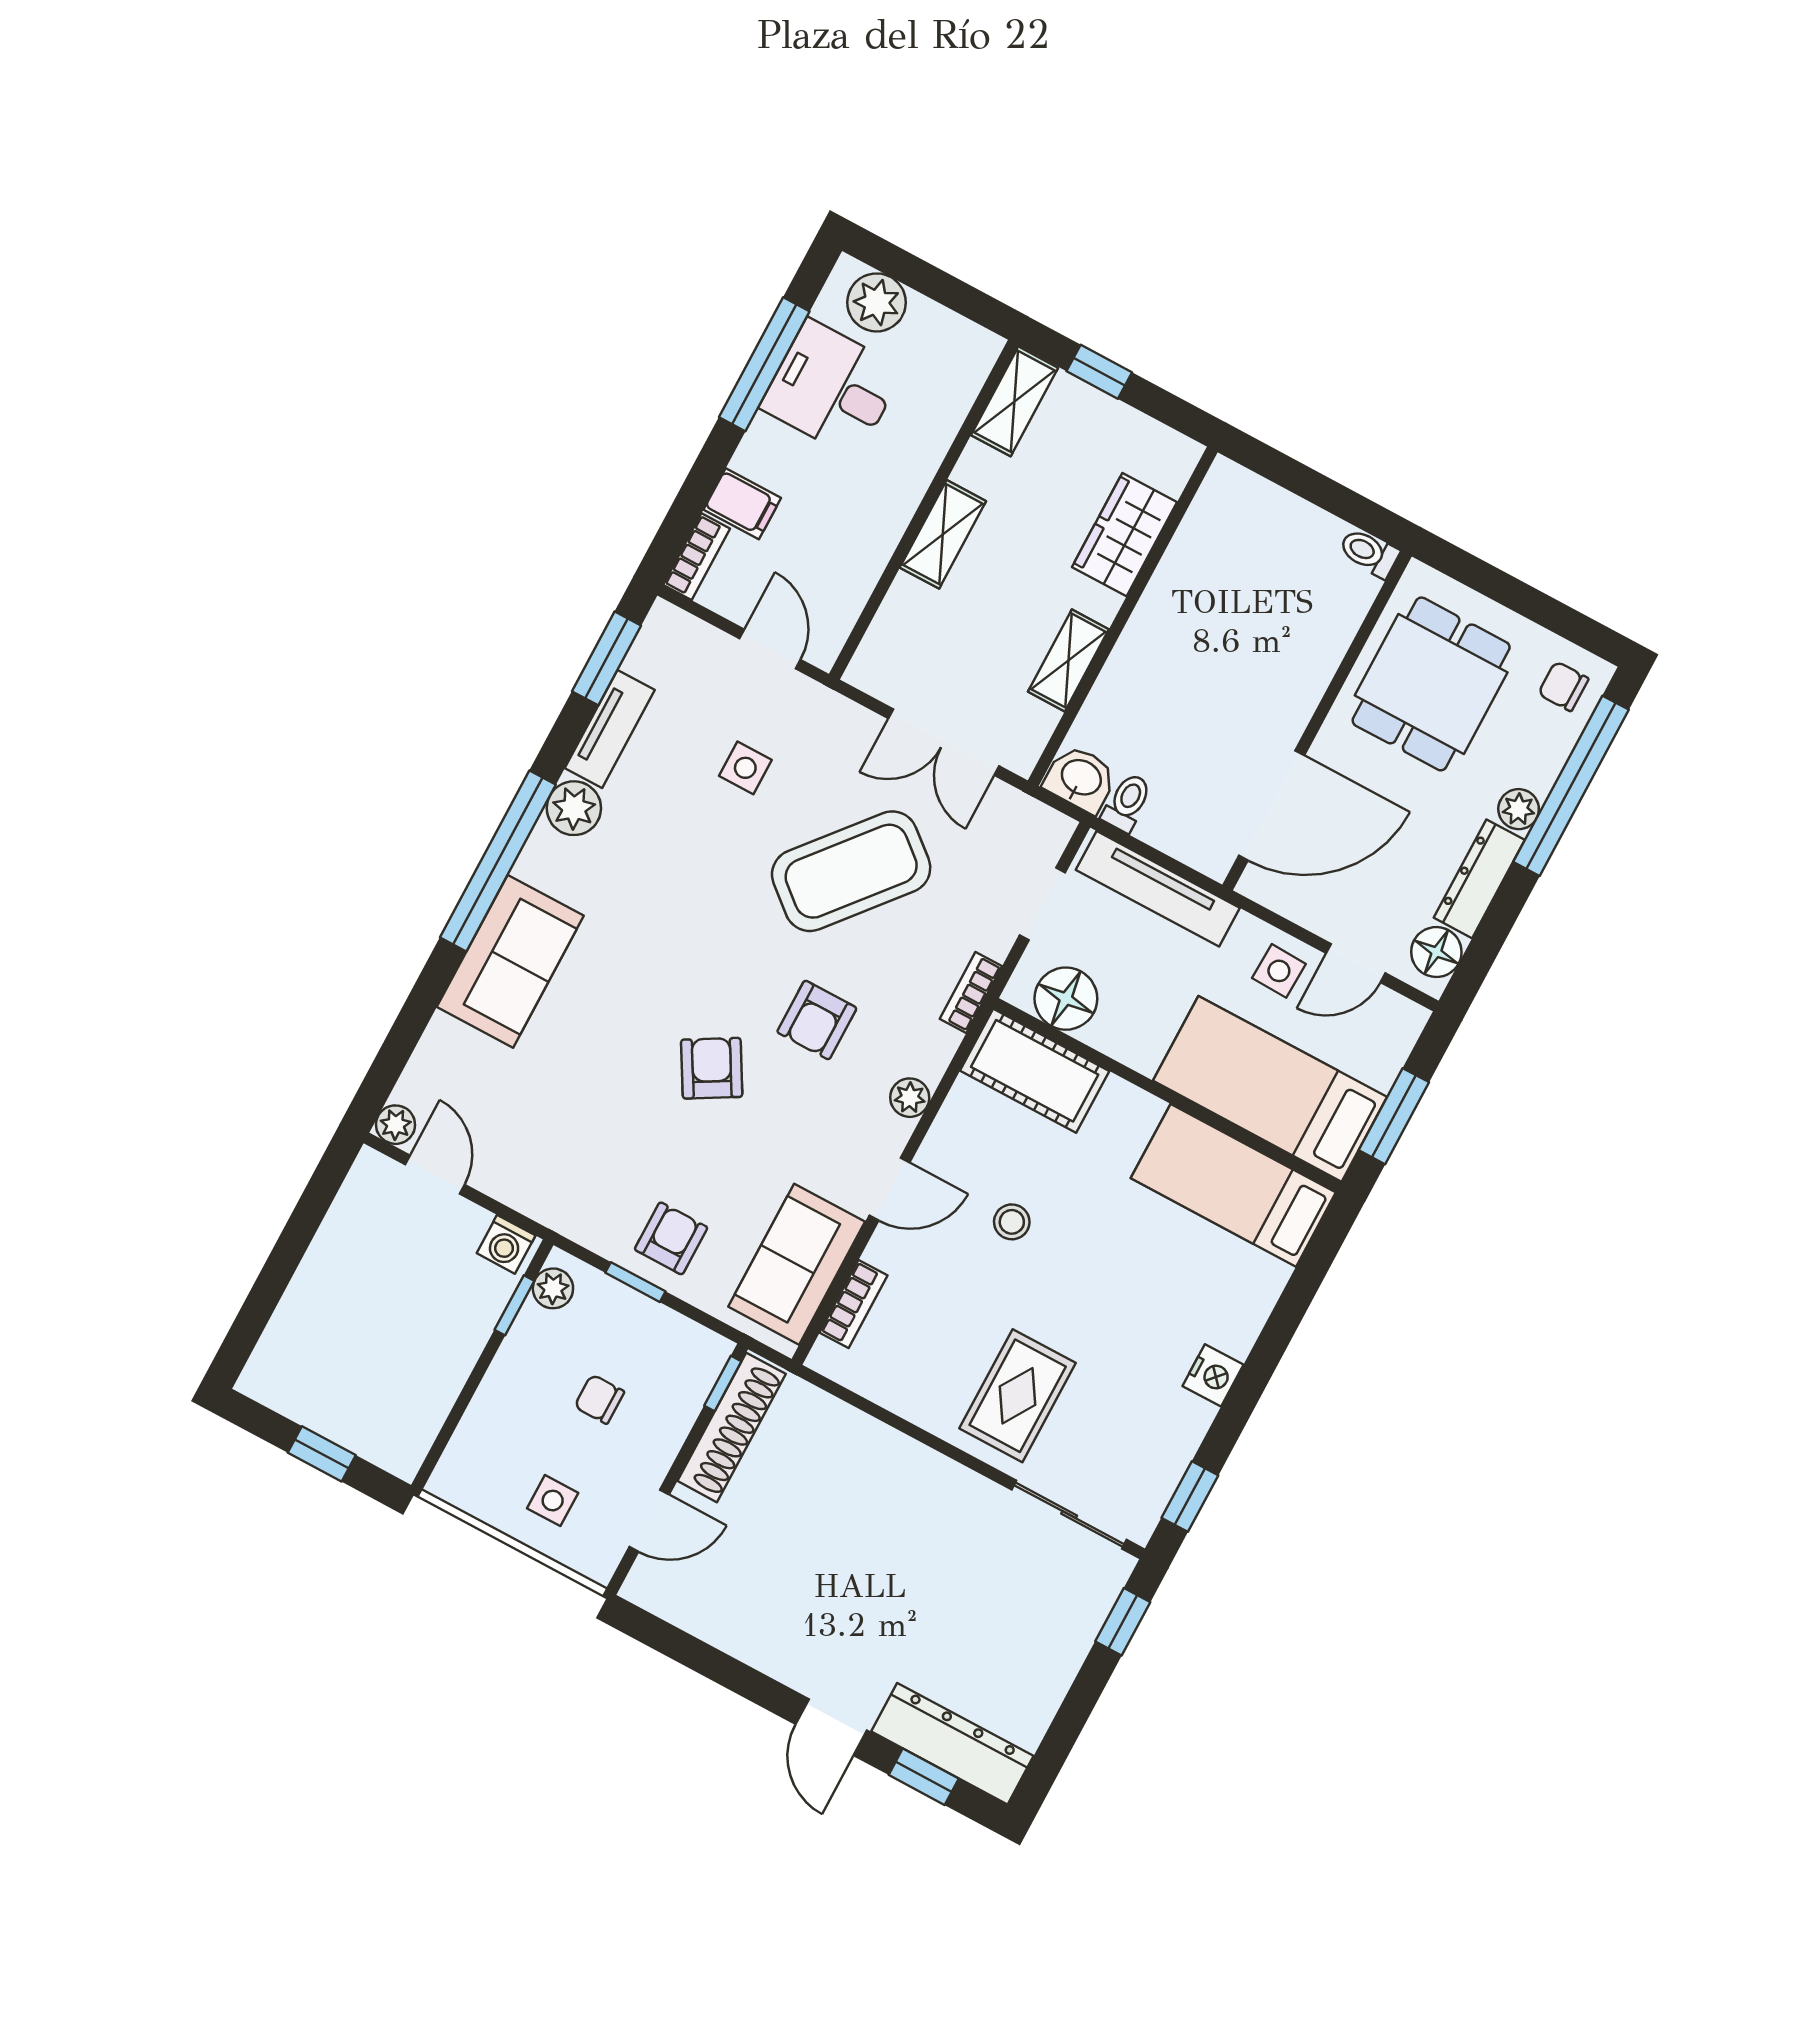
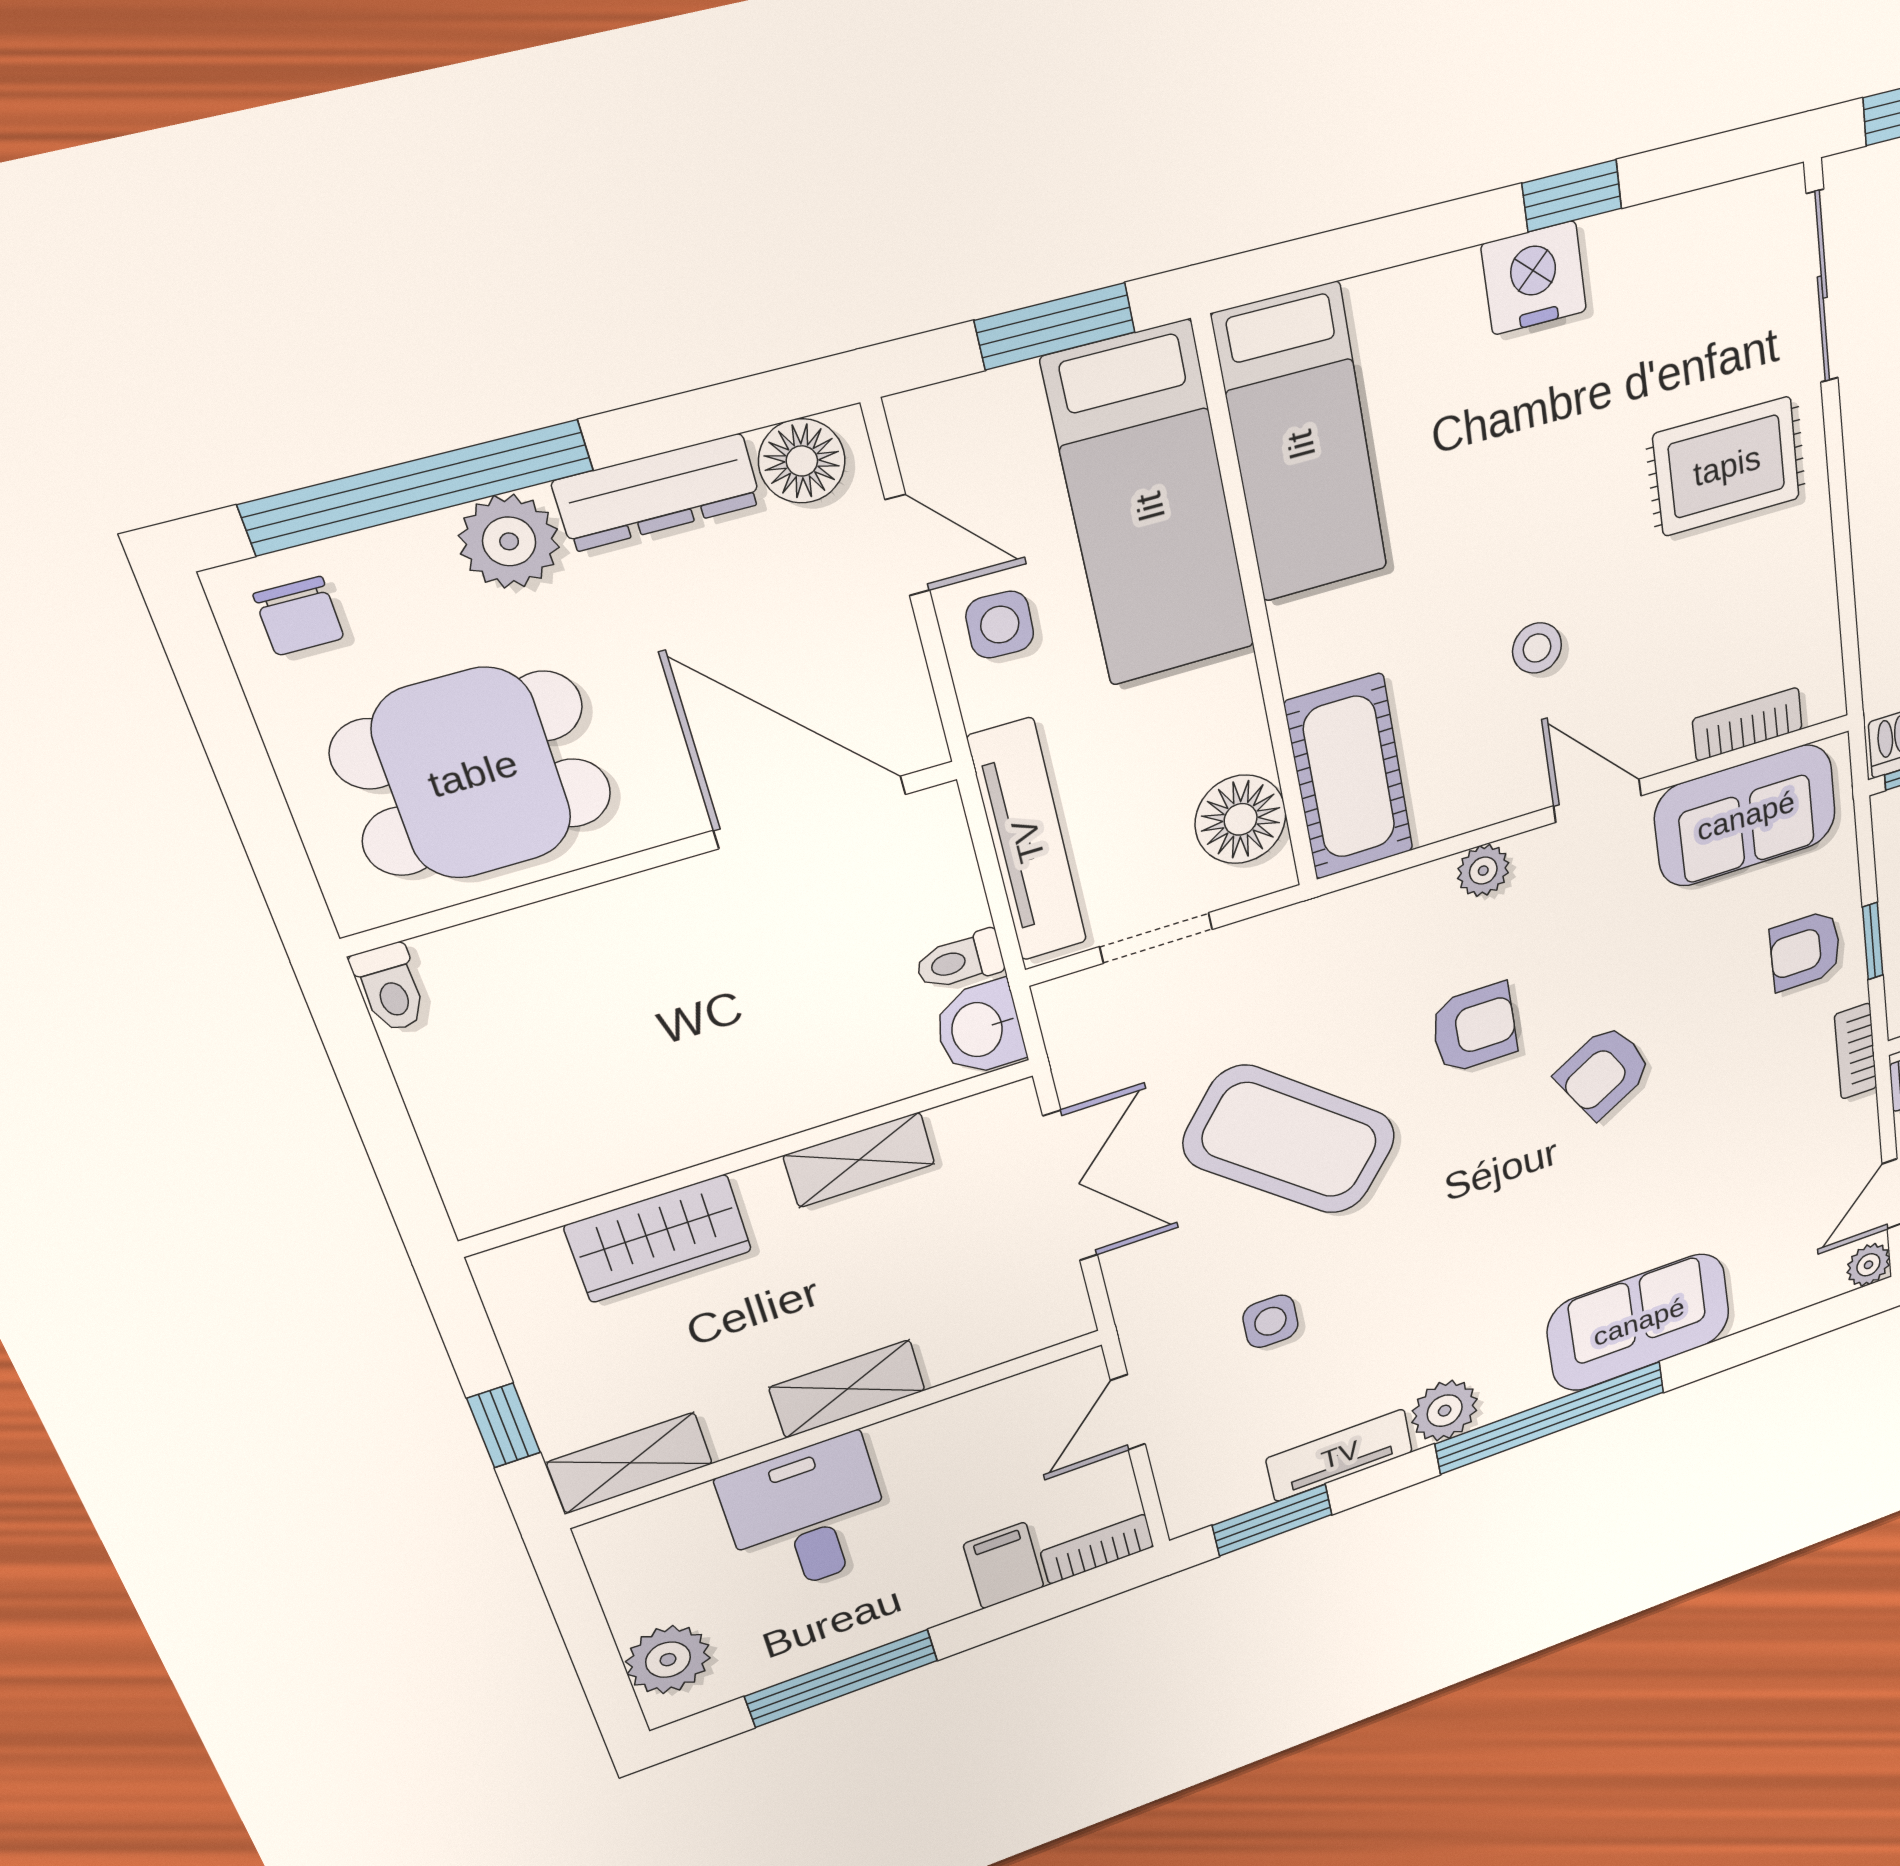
desk: (832, 389) -> (807, 1516), moved, turned 180
plant: (1519, 809) -> (509, 541), width x1.38, depth x1.38
bookcase: (971, 992) -> (1856, 1051), moved, turned 90
nightstand: (1213, 1375) -> (1534, 278), width x1.36, depth x1.33
window: (1190, 1497) -> (1572, 196), moved

